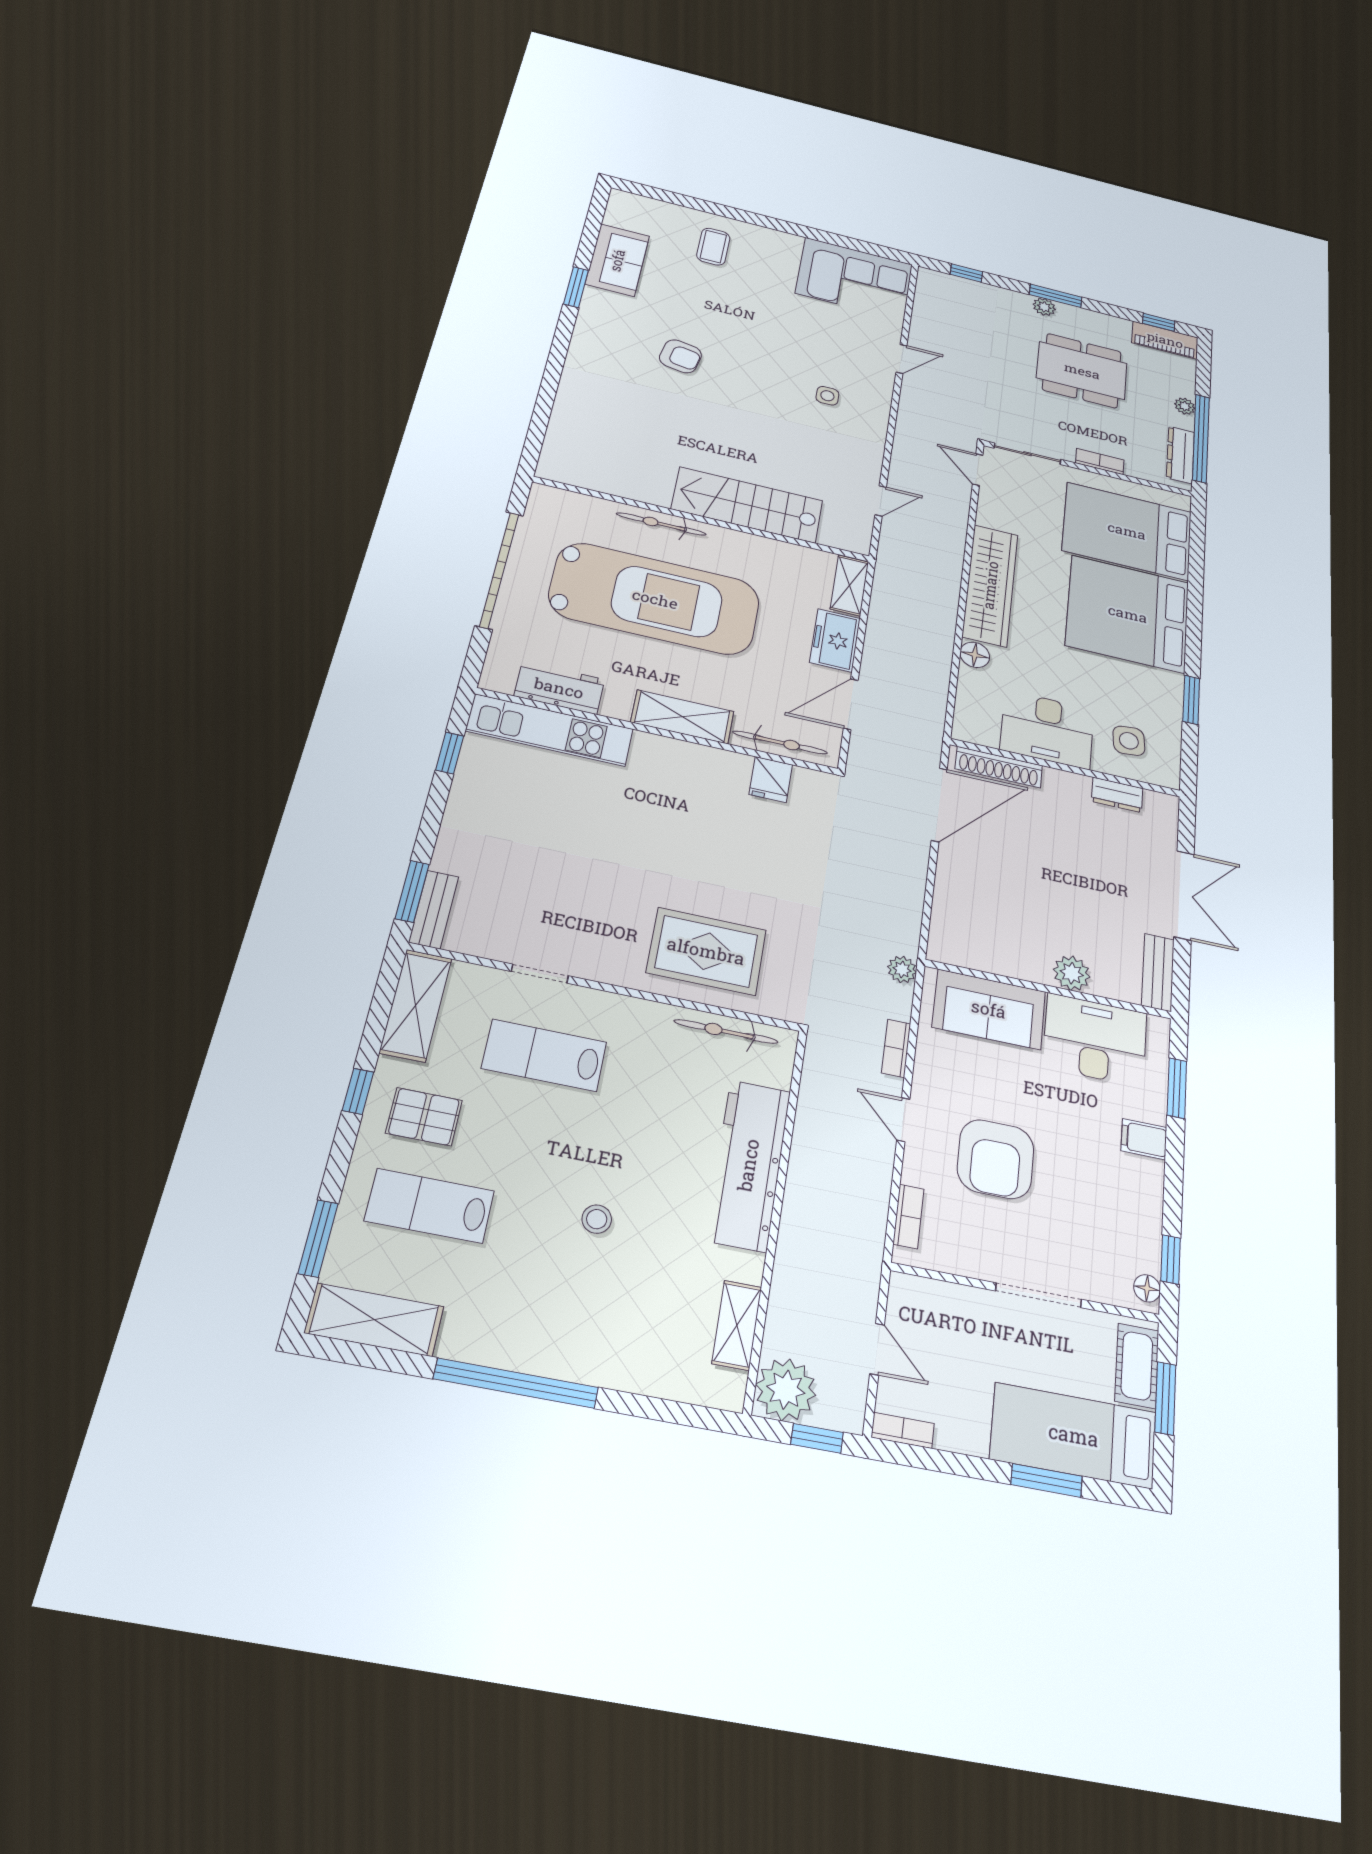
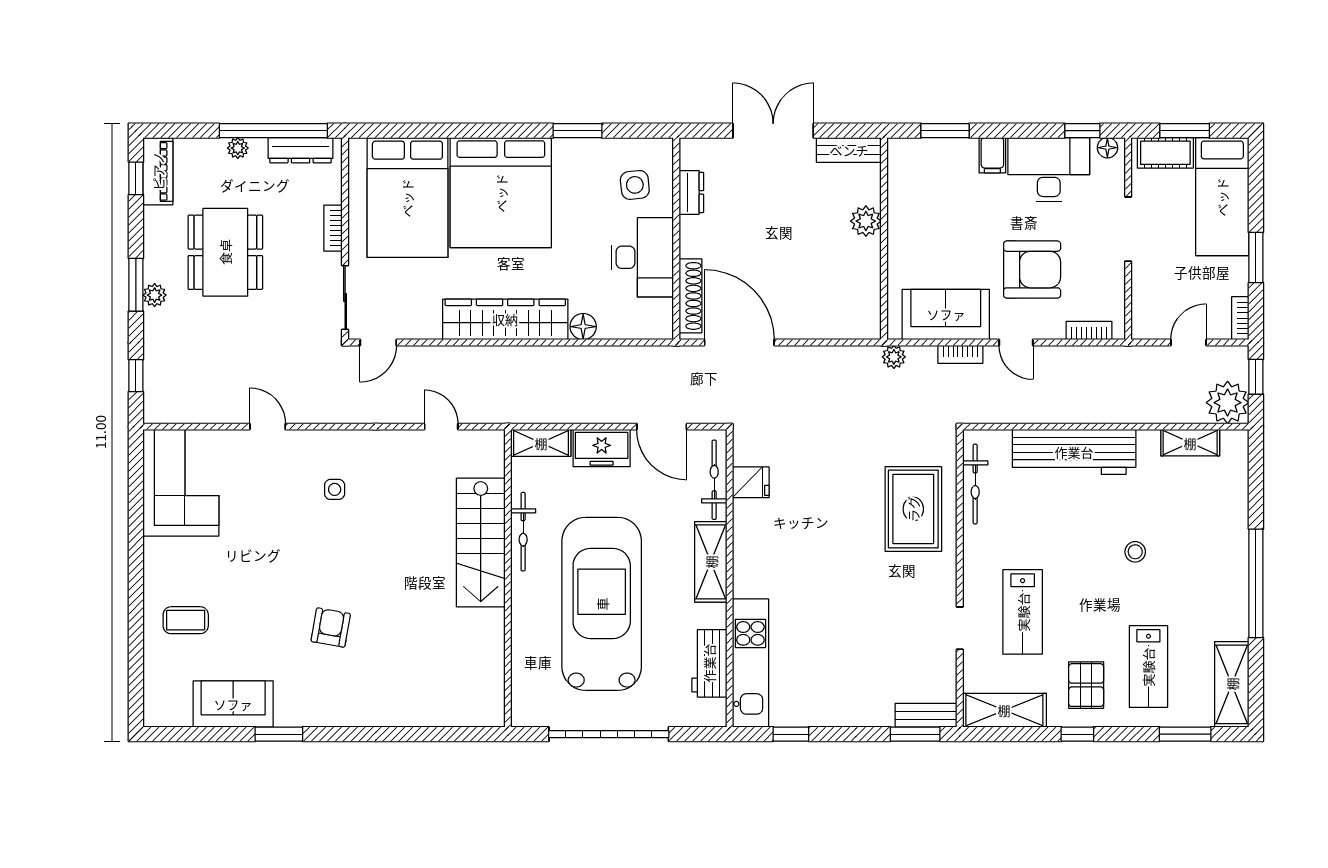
bicycle: (661, 524) -> (523, 532), moved
sofa: (989, 1009) -> (946, 314), moved, turned -90
desk: (1095, 1040) -> (1049, 170), moved, turned 90
door: (903, 1120) -> (1016, 342), hinge flipped
window: (1047, 1480) -> (1256, 258), moved

